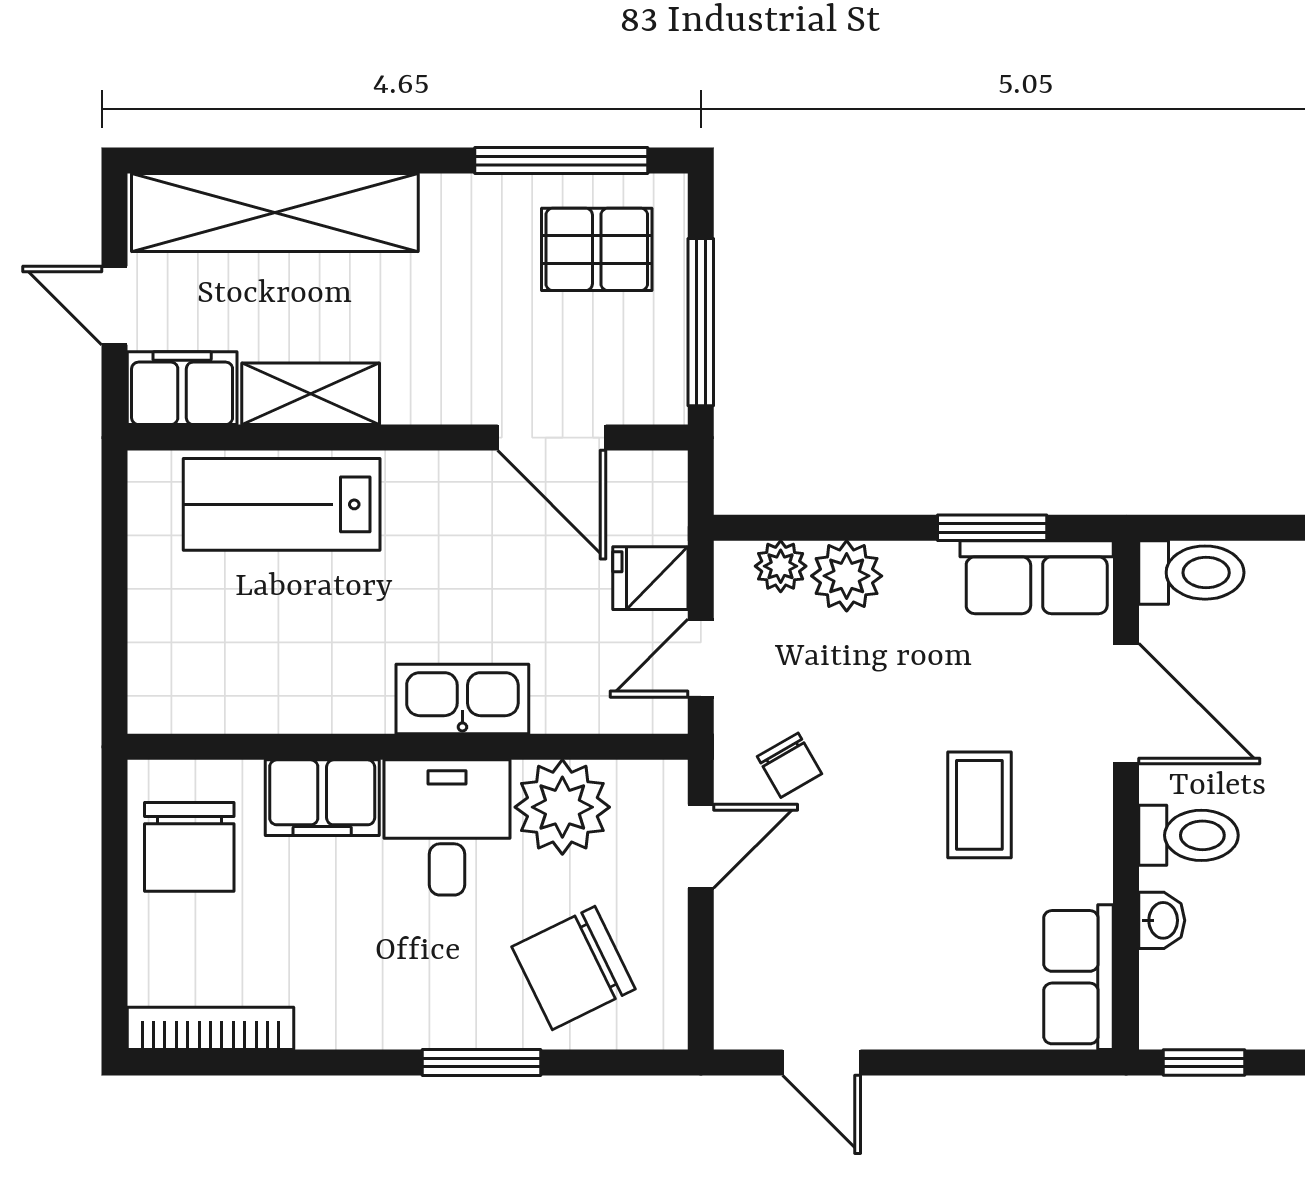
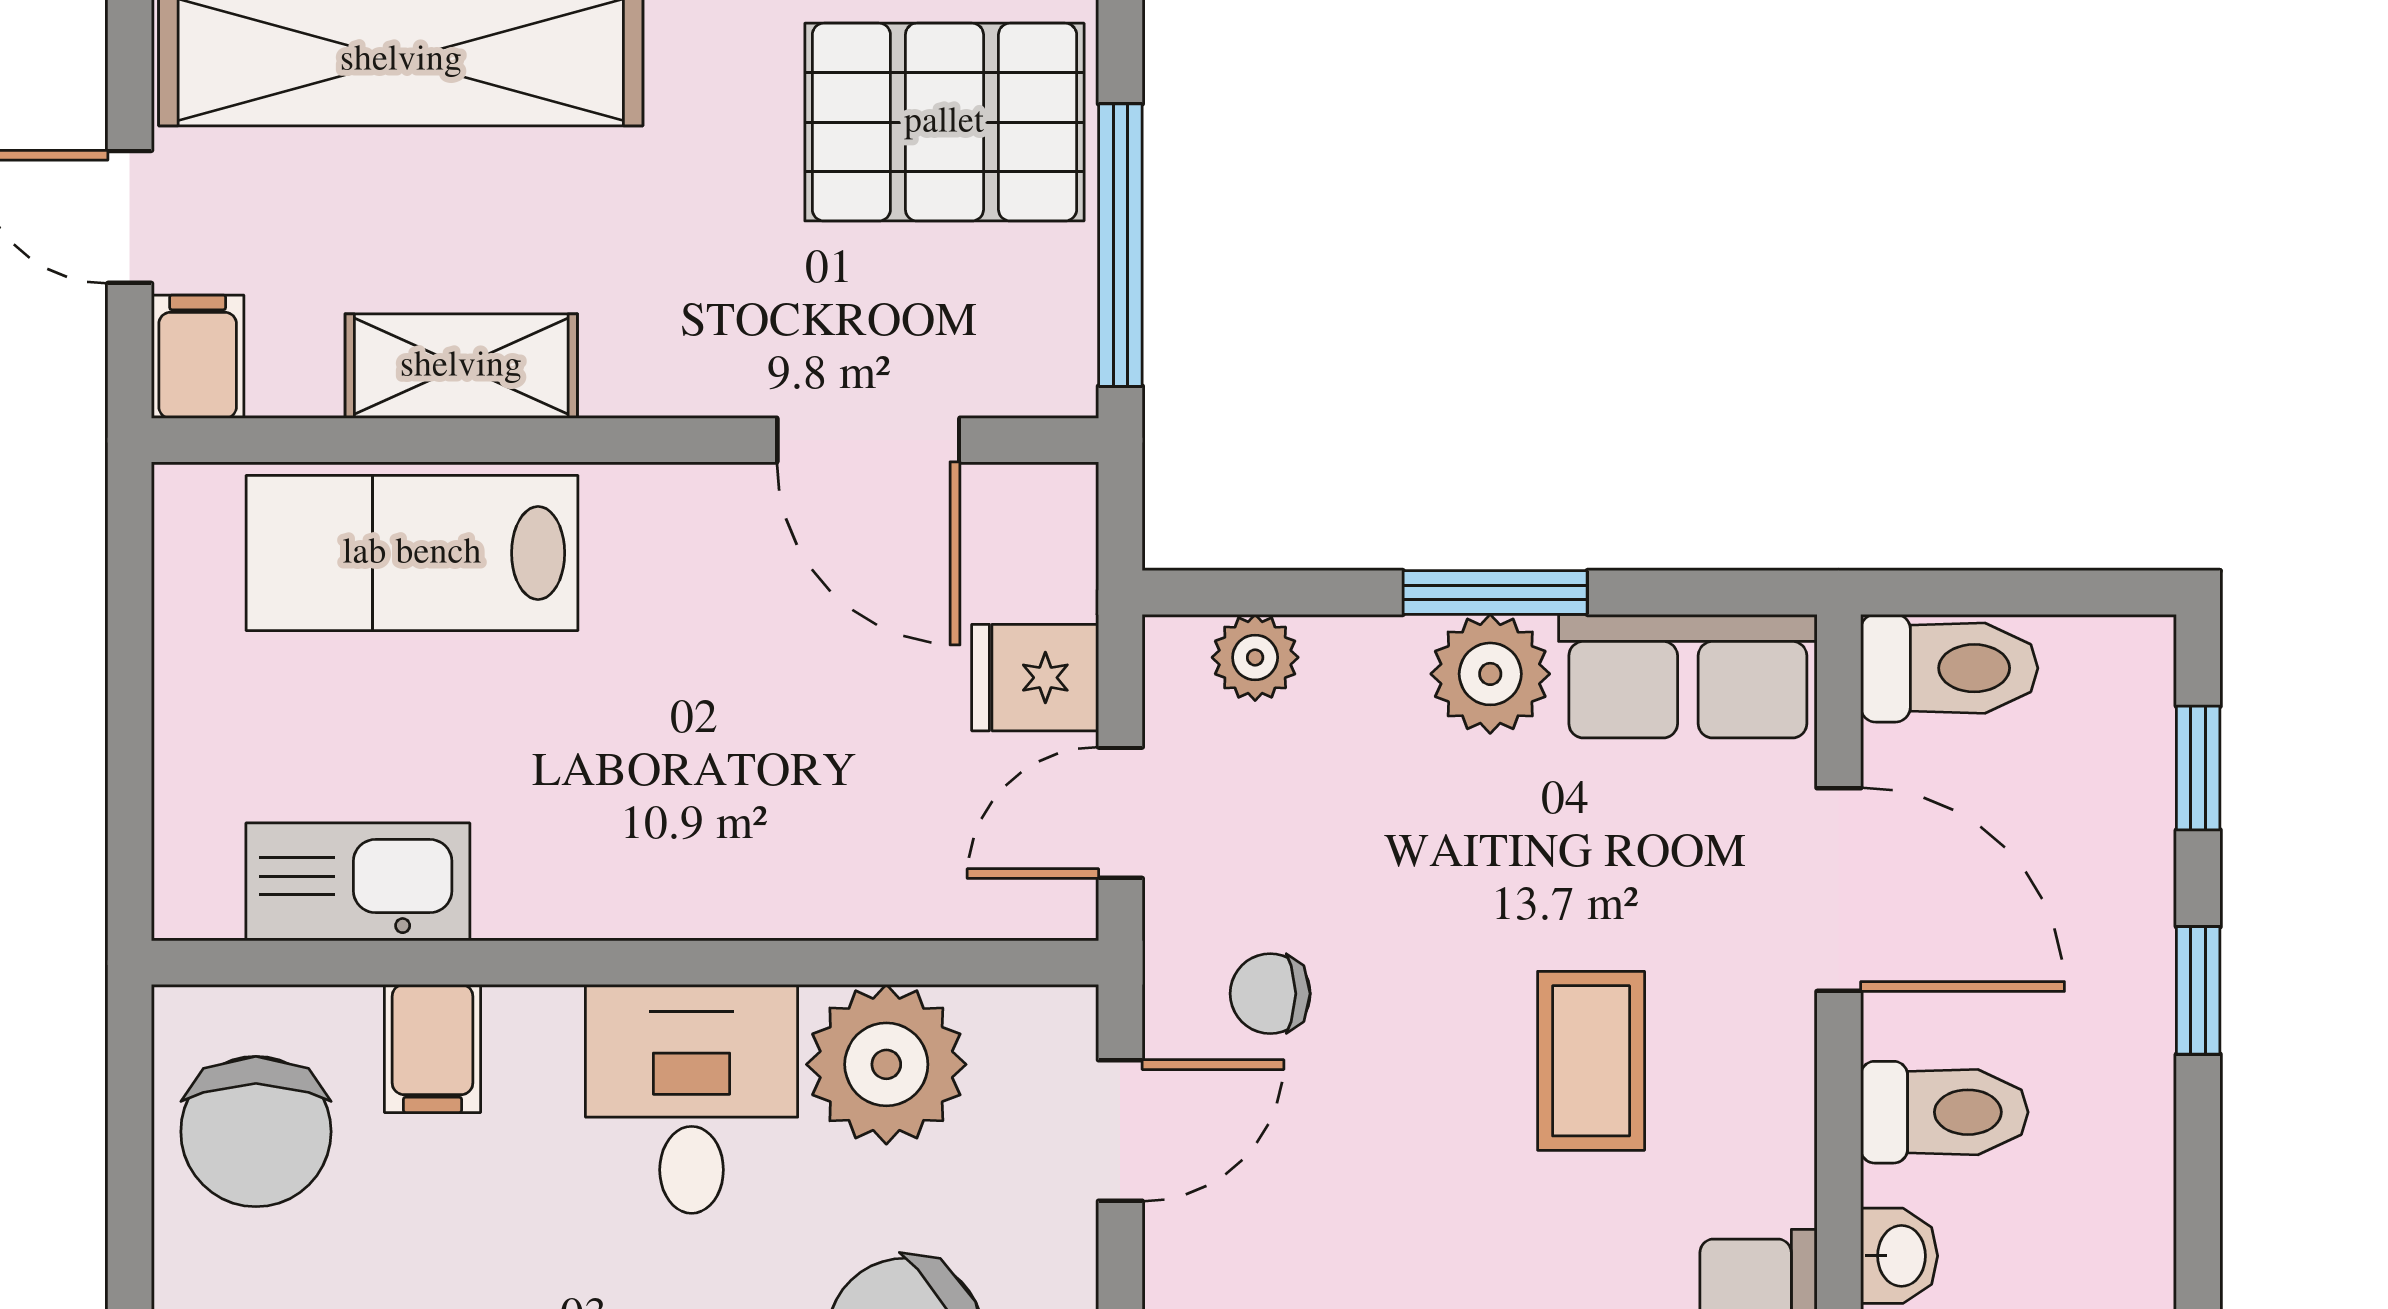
pallet: (597, 249) -> (944, 122), width x1.50, depth x1.42
filing cabinet: (182, 388) -> (198, 357), width x0.50
window: (992, 528) -> (1495, 593), moved
plant: (847, 576) -> (1490, 674), moved
kitchen sink: (462, 699) -> (358, 882), moved
chair: (790, 765) -> (1270, 994), turned 120
filing cabinet: (322, 798) -> (433, 1049), width x0.50

